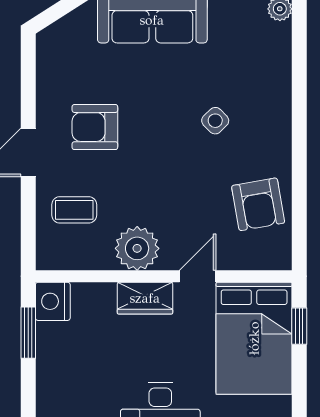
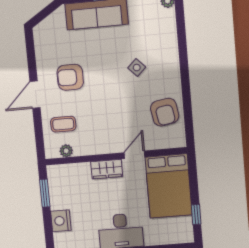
plant: (137, 248) -> (66, 151), moved, width x0.53, depth x0.53
nightstand: (53, 301) -> (61, 221), moved
window: (299, 326) -> (196, 214), moved

